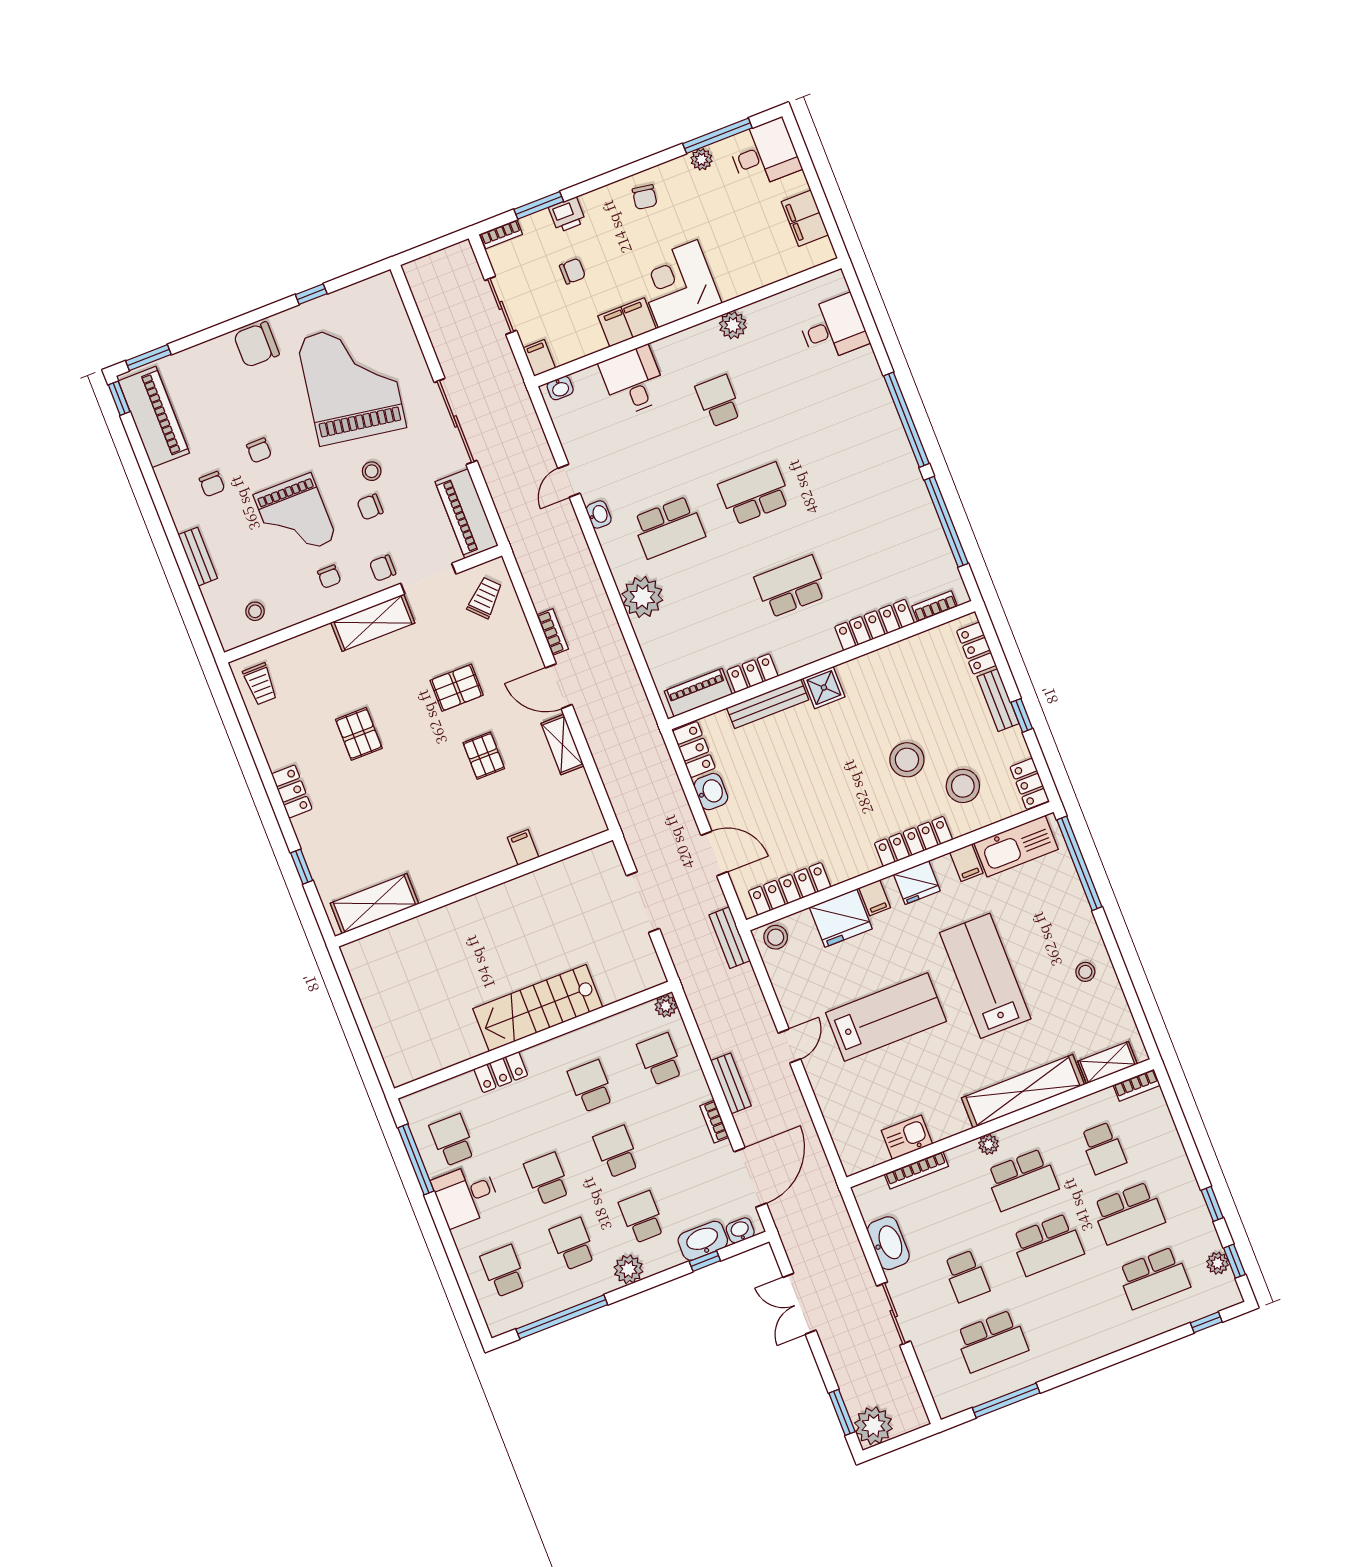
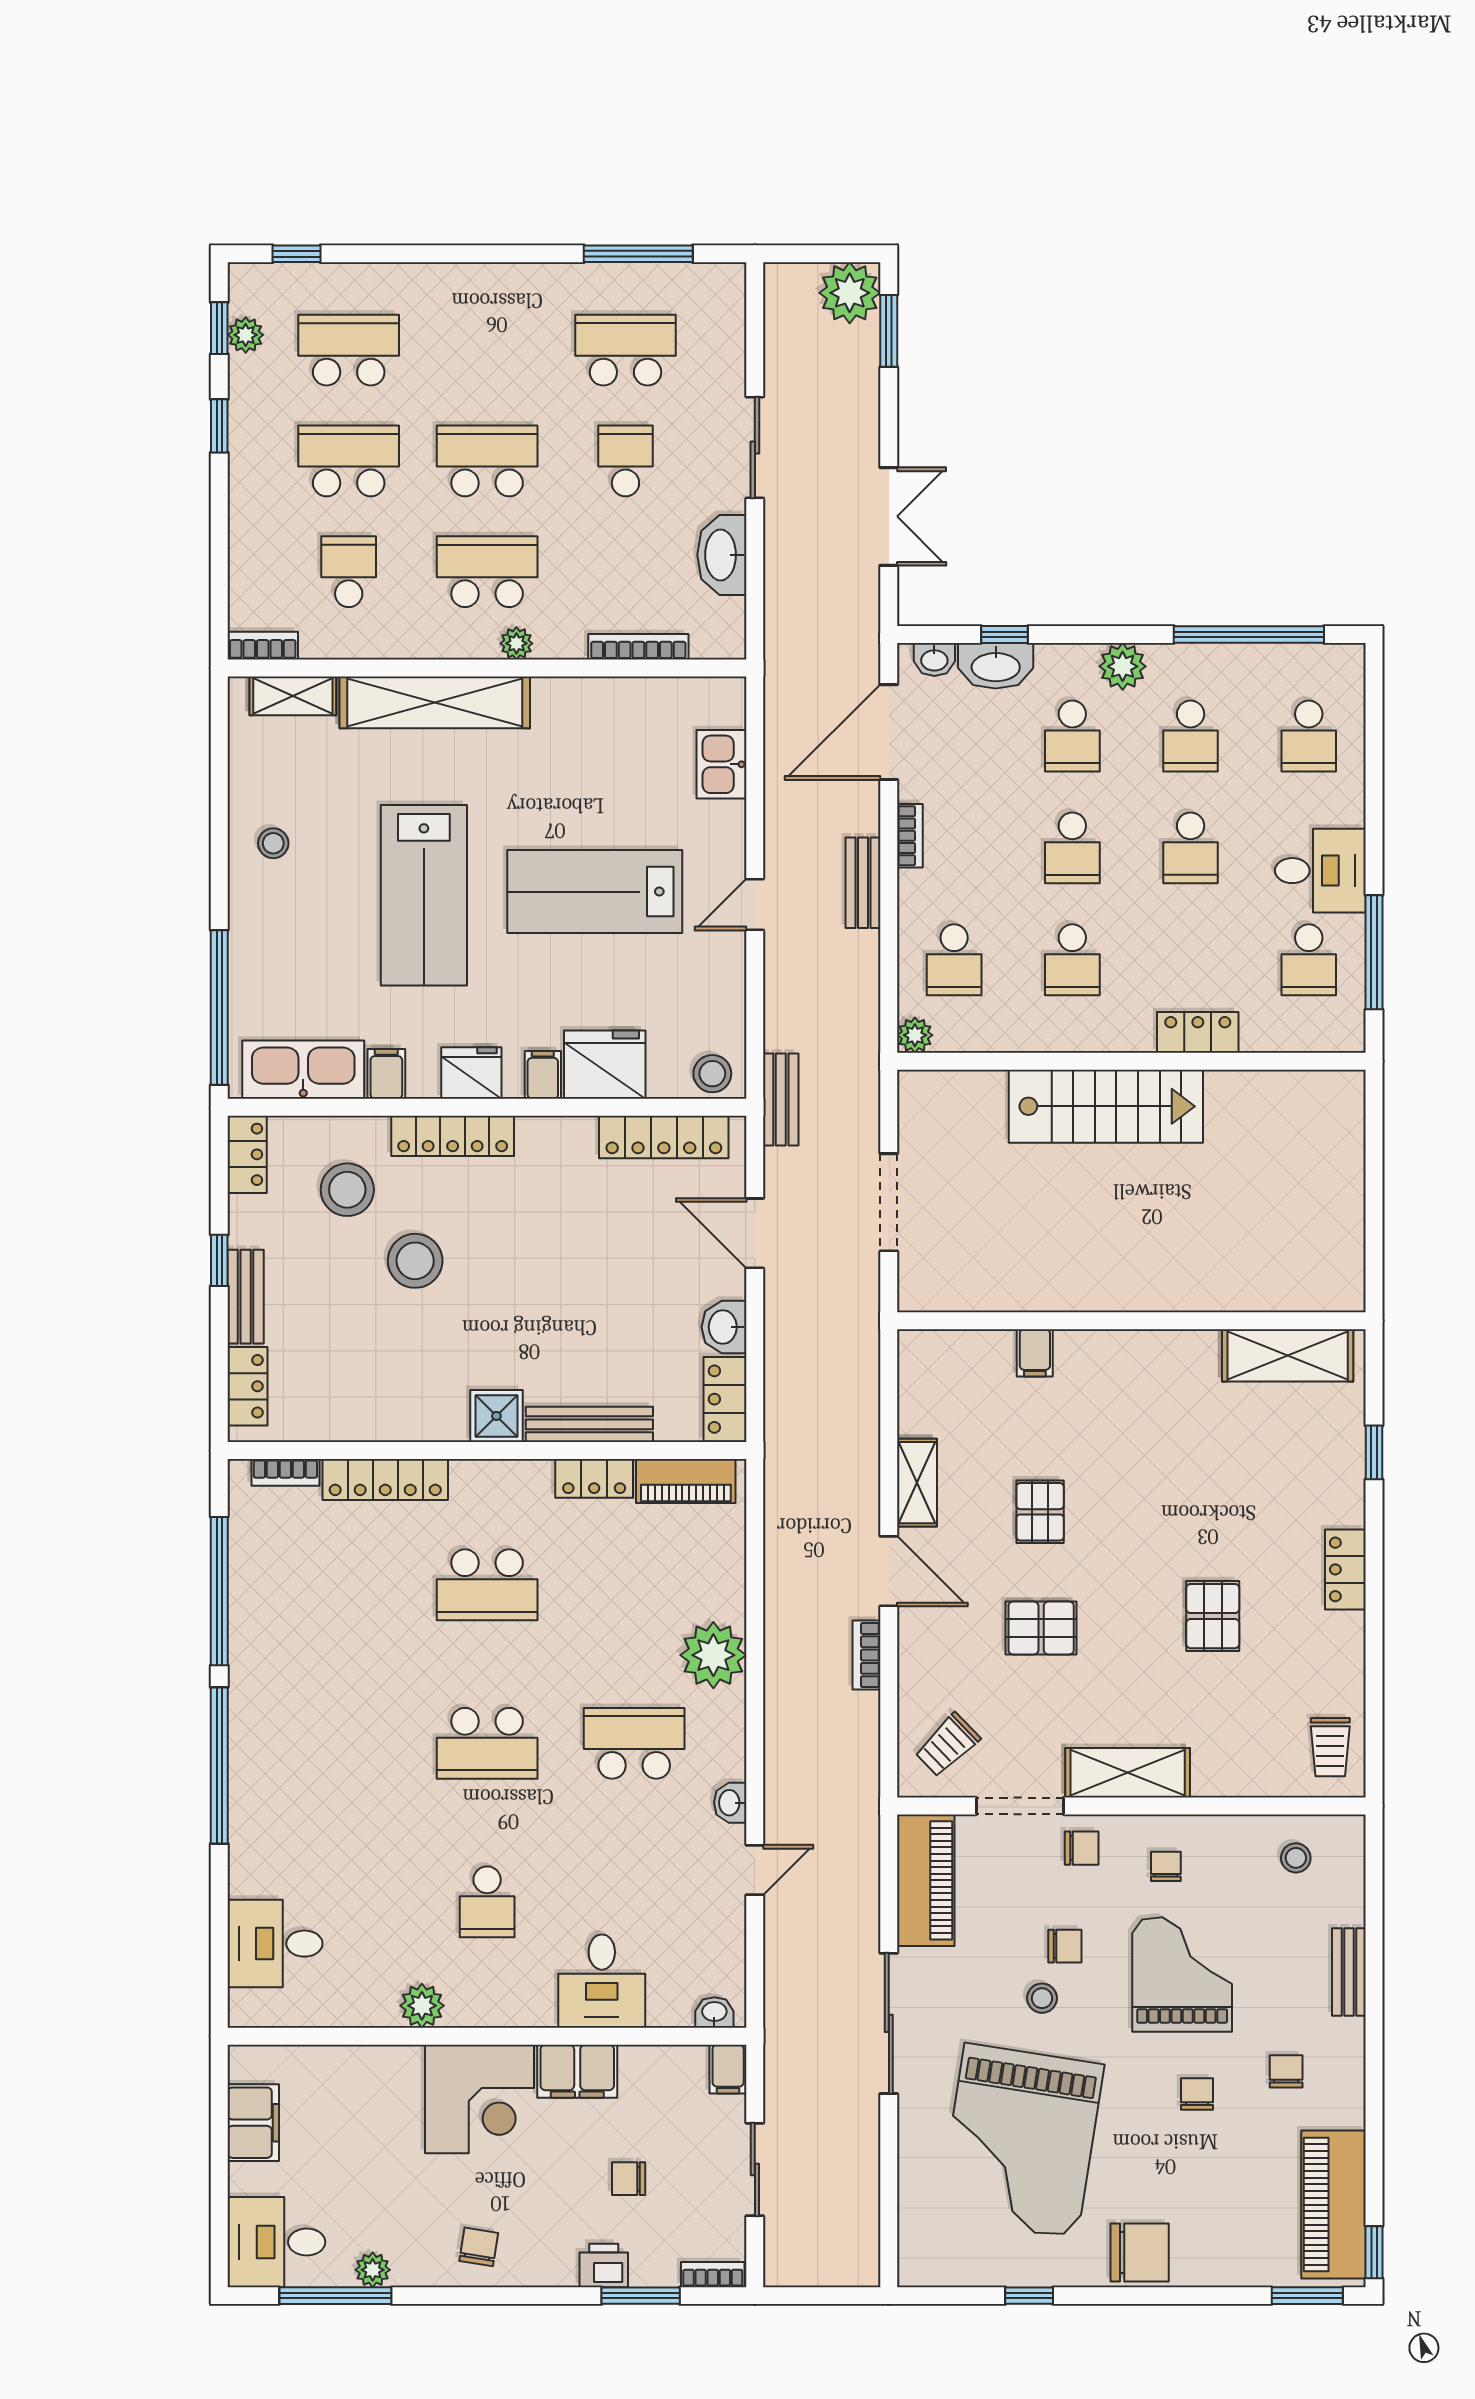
trolley: (260, 684) -> (1330, 1747), turned 180
kitchen sink: (907, 1137) -> (722, 764), moved, turned 90

